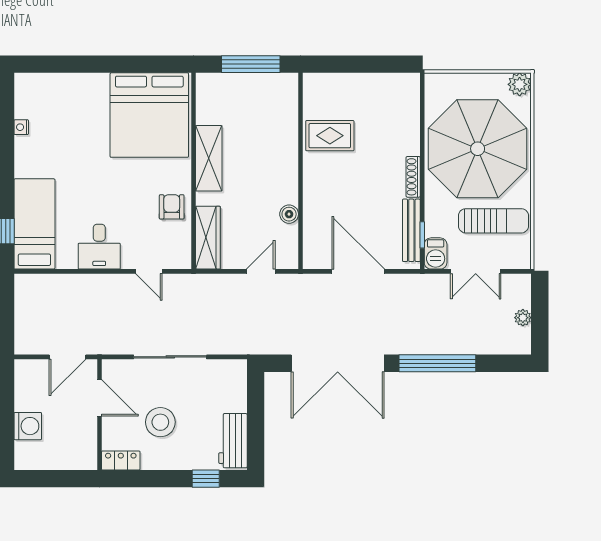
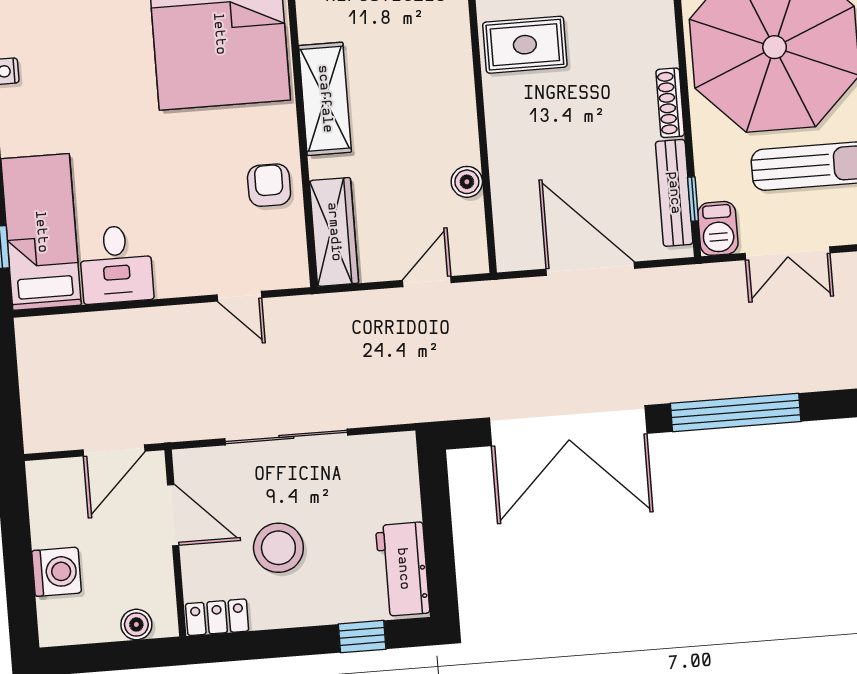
desk: (99, 247) -> (116, 264), moved
boiler: (73, 461) -> (136, 624), added

